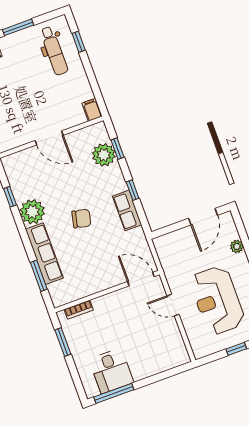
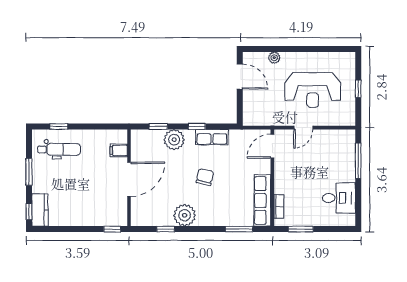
filing cabinet: (92, 110) -> (119, 150), moved
door: (49, 138) -> (129, 179), width x1.36
plant: (104, 155) -> (174, 140), moved
row of seats: (44, 254) -> (262, 200), moved, turned -90
window: (114, 393) -> (358, 161), moved

